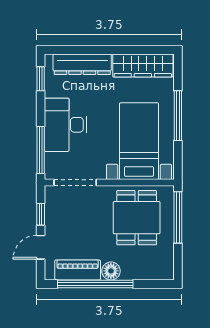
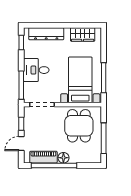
wardrobe: (143, 66) -> (83, 34), width x0.67
window: (178, 116) -> (104, 78), moved
desk: (66, 125) -> (36, 70), width x0.73
window: (178, 217) -> (104, 138), moved

